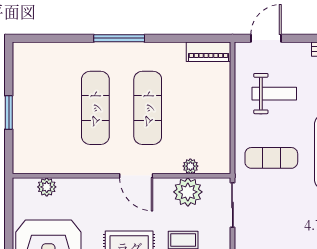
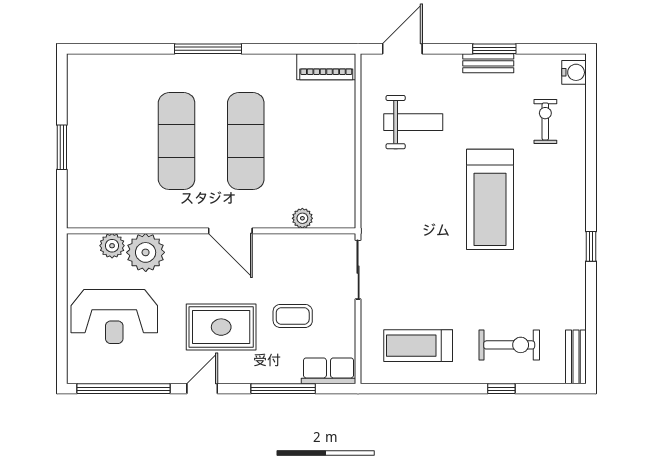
exercise mat: (271, 158) -> (409, 207), removed
plant: (188, 192) -> (146, 252), moved

